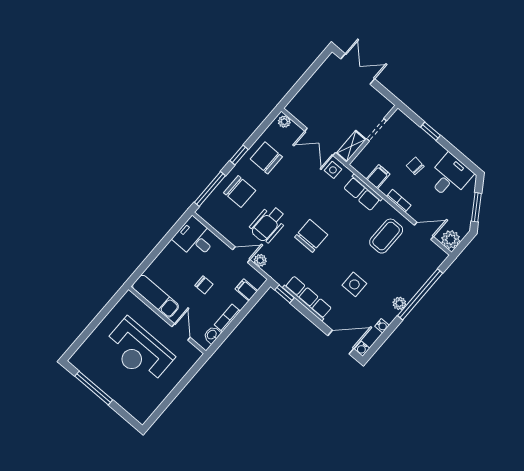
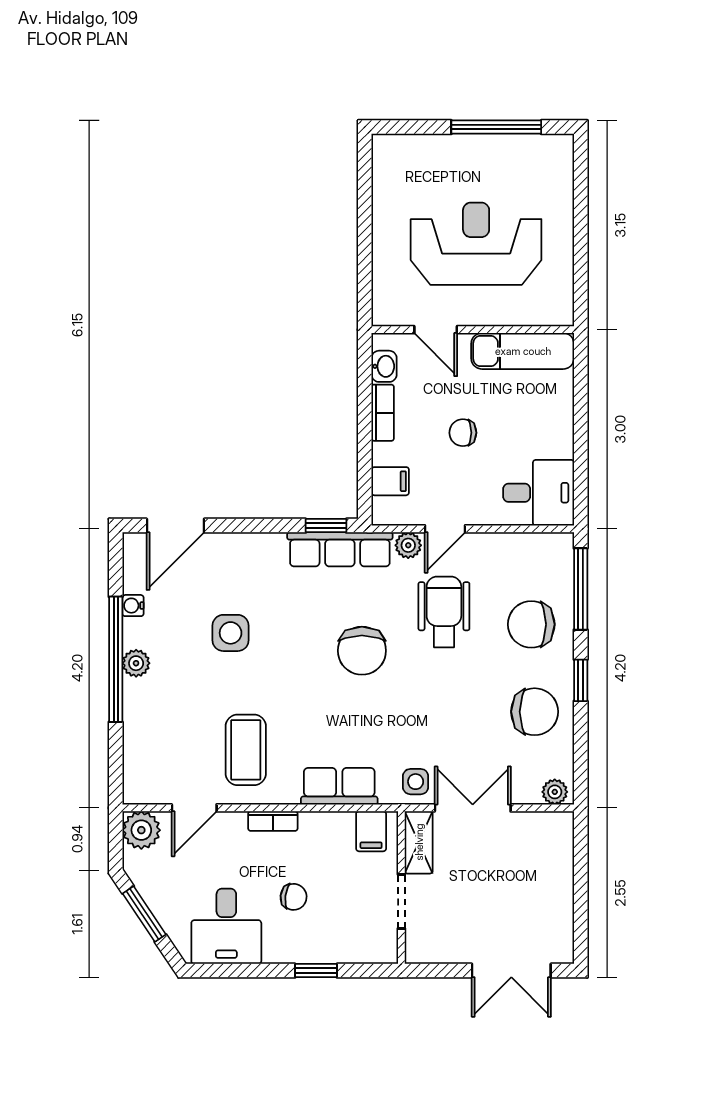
filing cabinet: (378, 177) -> (371, 831), moved
window: (420, 294) -> (116, 659), moved
row of seats: (307, 298) -> (340, 549), moved
water cooler: (362, 349) -> (134, 544), removed

